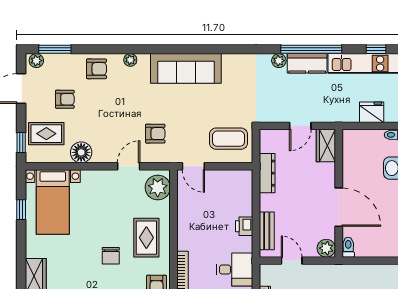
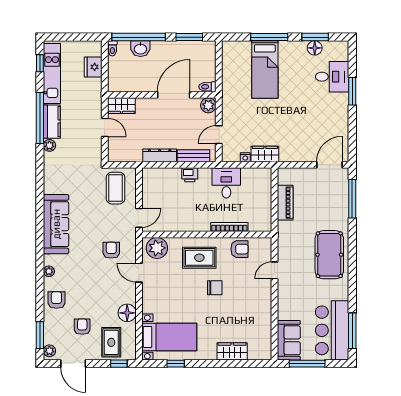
dresser: (267, 173) -> (160, 155), moved

